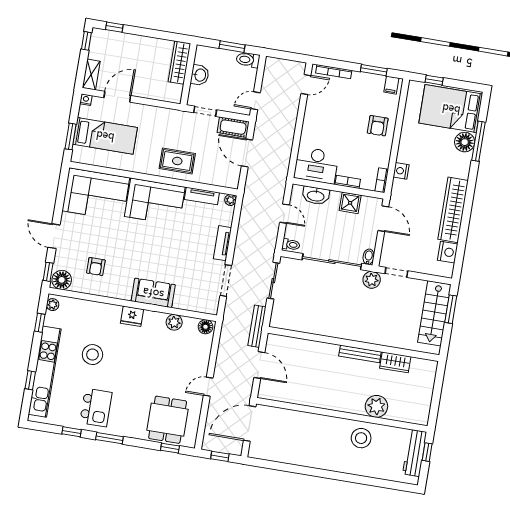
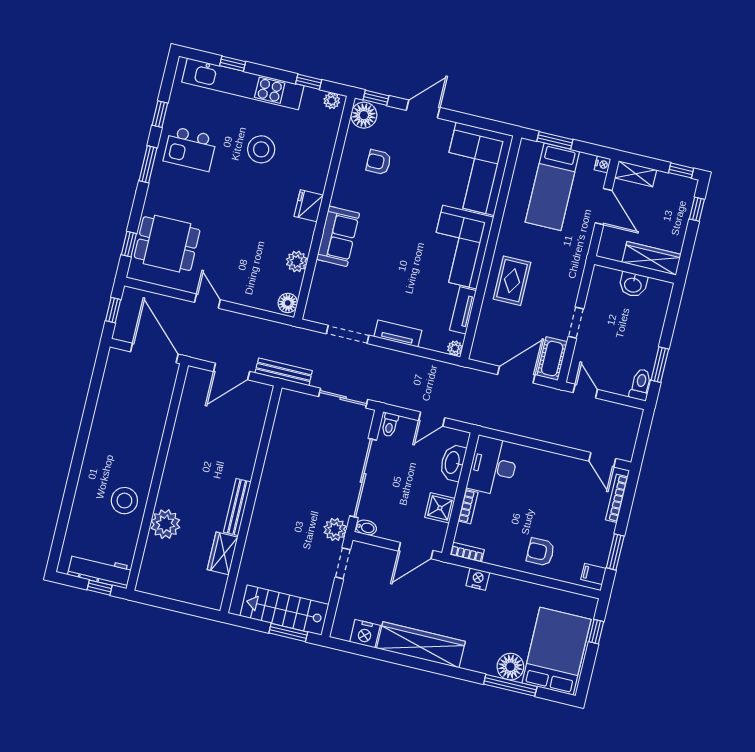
wardrobe: (179, 63) -> (651, 258), moved
wall: (189, 74) -> (635, 270), moved
washbasin: (200, 75) -> (633, 285), moved

